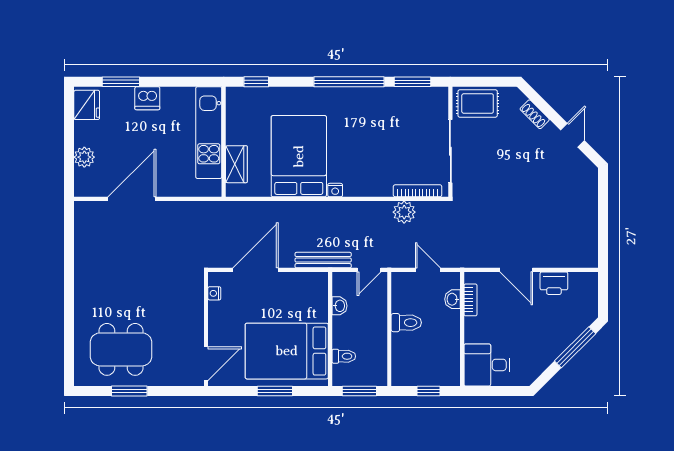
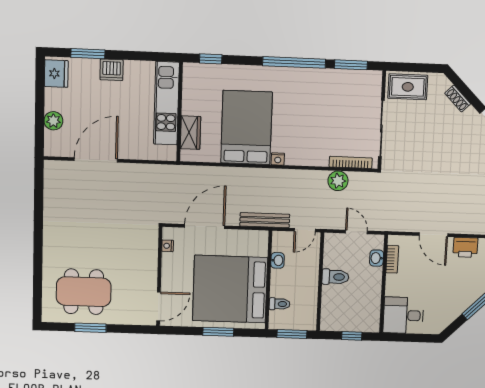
bed: (287, 351) -> (230, 289), width x1.36

